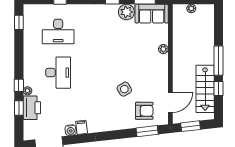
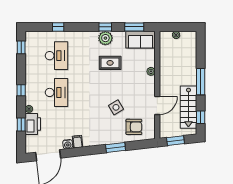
plant: (126, 12) -> (105, 38), moved
desk: (58, 32) -> (56, 56), turned -90
rug: (118, 40) -> (110, 63), added
window: (19, 85) -> (21, 90), moved
window: (219, 88) -> (201, 117), moved
door: (170, 102) -> (157, 106), moved
window: (147, 131) -> (116, 147), moved

